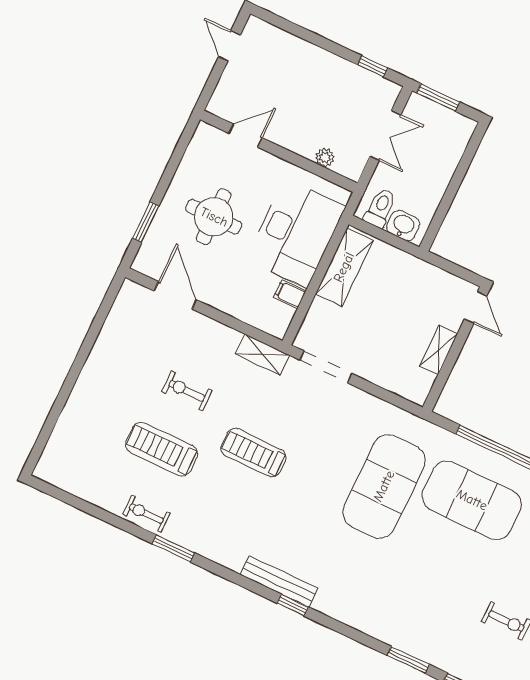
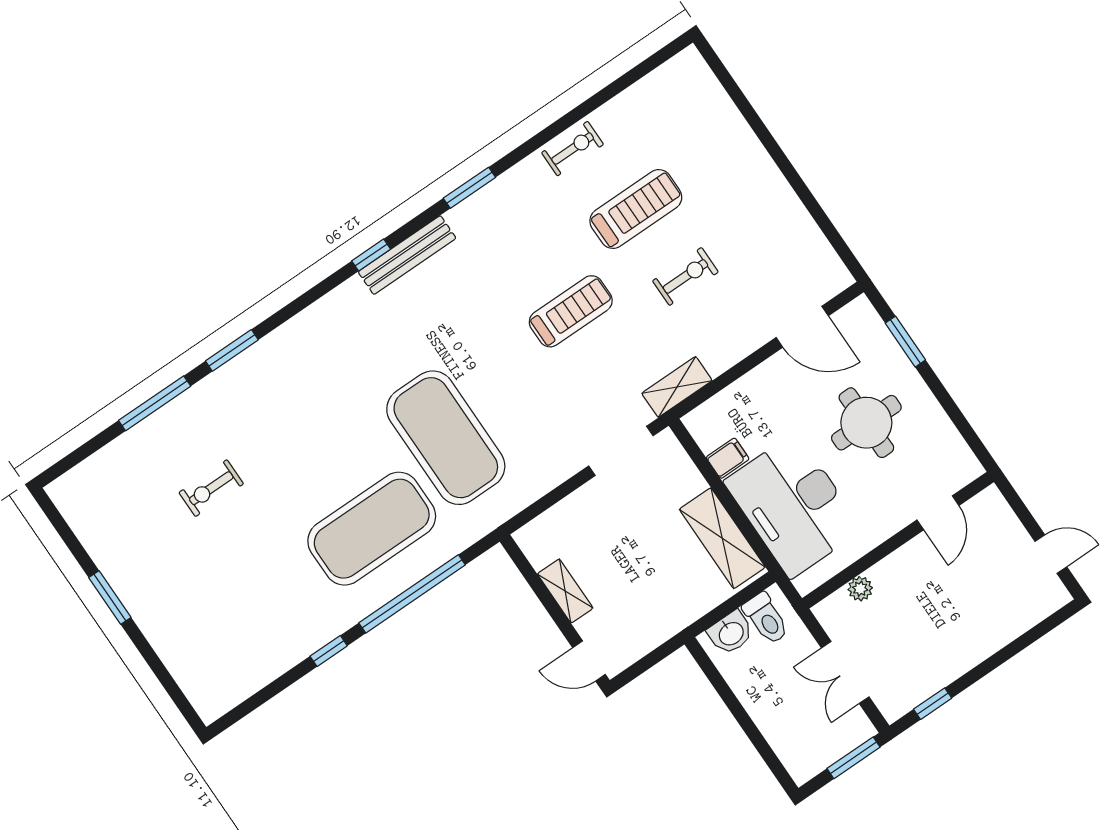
window: (173, 548) -> (469, 188), moved

